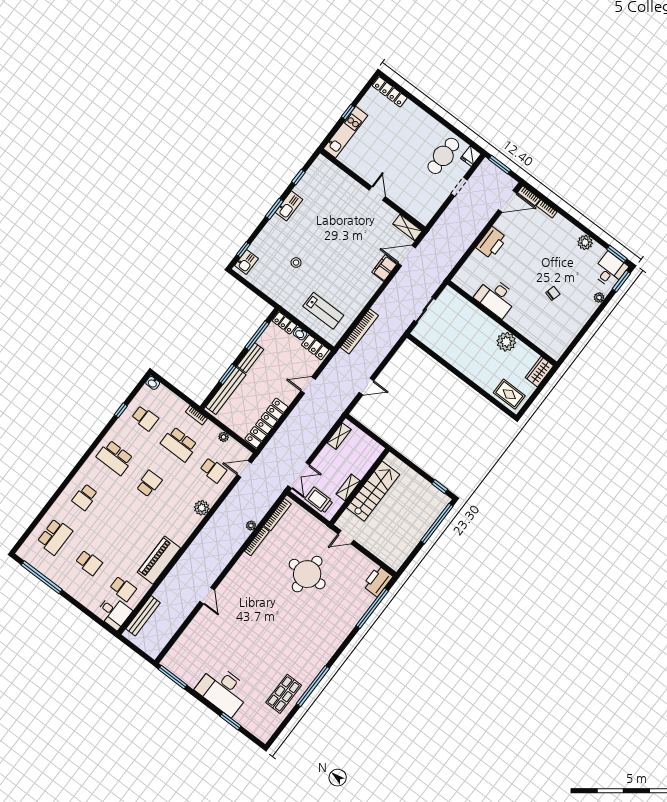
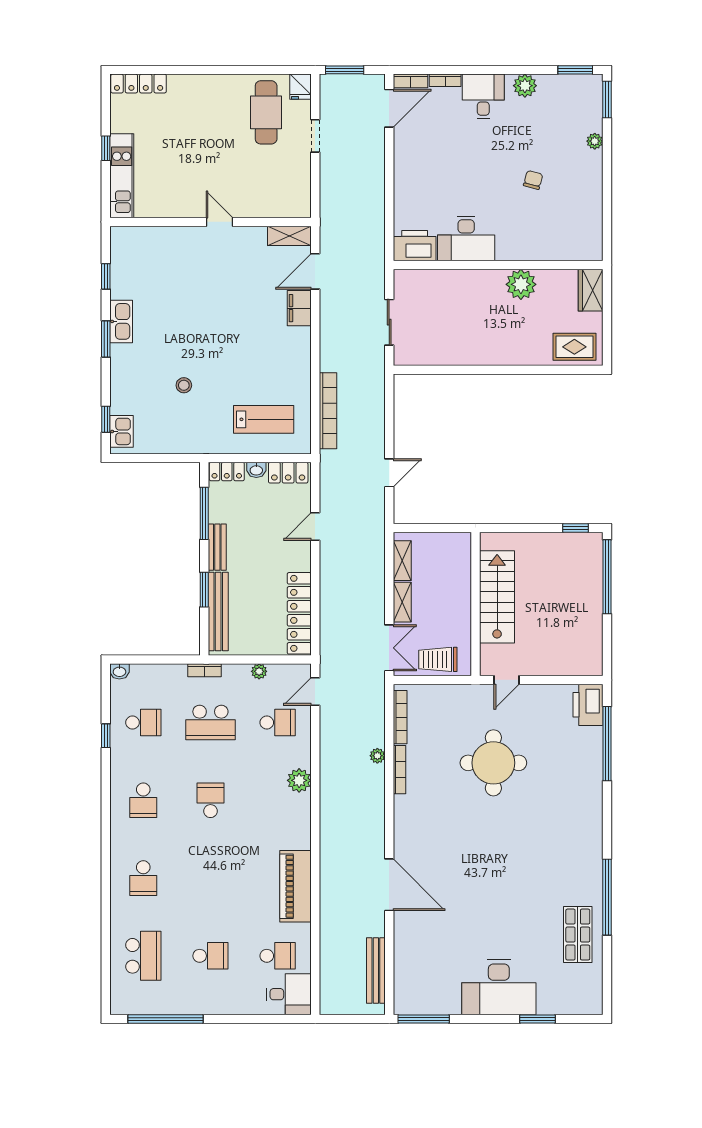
printer: (492, 243) -> (415, 246), moved, turned -90
desk: (610, 270) -> (483, 96), moved
school desk: (115, 458) -> (143, 800), width x0.54
shelving: (348, 488) -> (402, 602), moved
door: (207, 596) -> (389, 885), width x1.88
bench: (143, 616) -> (376, 971), moved

